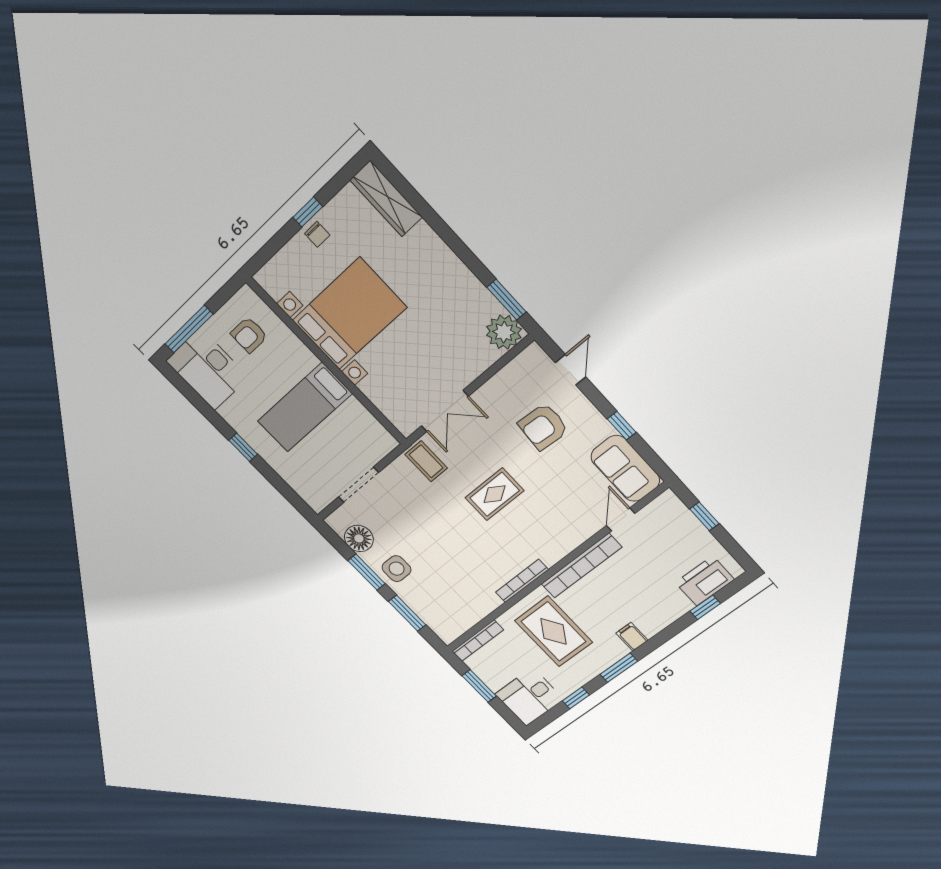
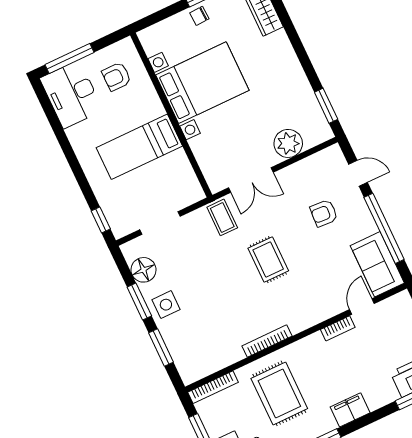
chair: (317, 234) -> (199, 16), turned 87
plant: (504, 332) -> (288, 143), moved
door: (571, 370) -> (358, 173), hinge flipped
window: (622, 426) -> (384, 228), width x3.17
armchair: (543, 427) -> (324, 213), width x0.72, depth x0.72
window: (243, 447) -> (101, 220), moved
rug: (495, 494) -> (268, 260), turned 90
bookcase: (581, 566) -> (338, 328), width x0.43, depth x0.76
filing cabinet: (632, 637) -> (350, 410), width x2.00

